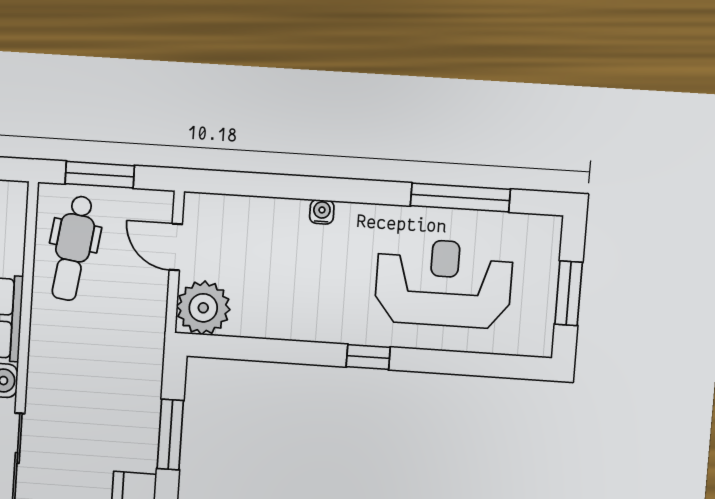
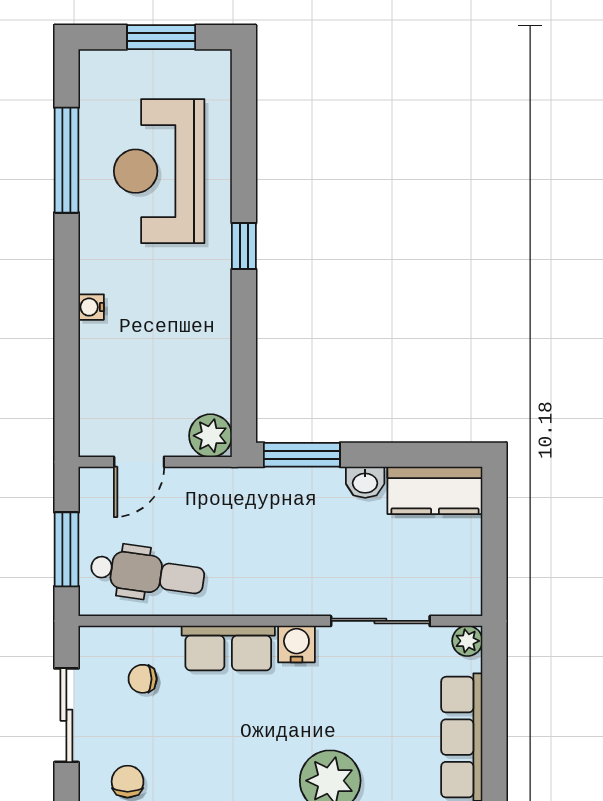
plant: (203, 308) -> (210, 436), width x0.73, depth x0.73
window: (170, 435) -> (302, 455), moved
washbasin: (144, 453) -> (365, 482), added

